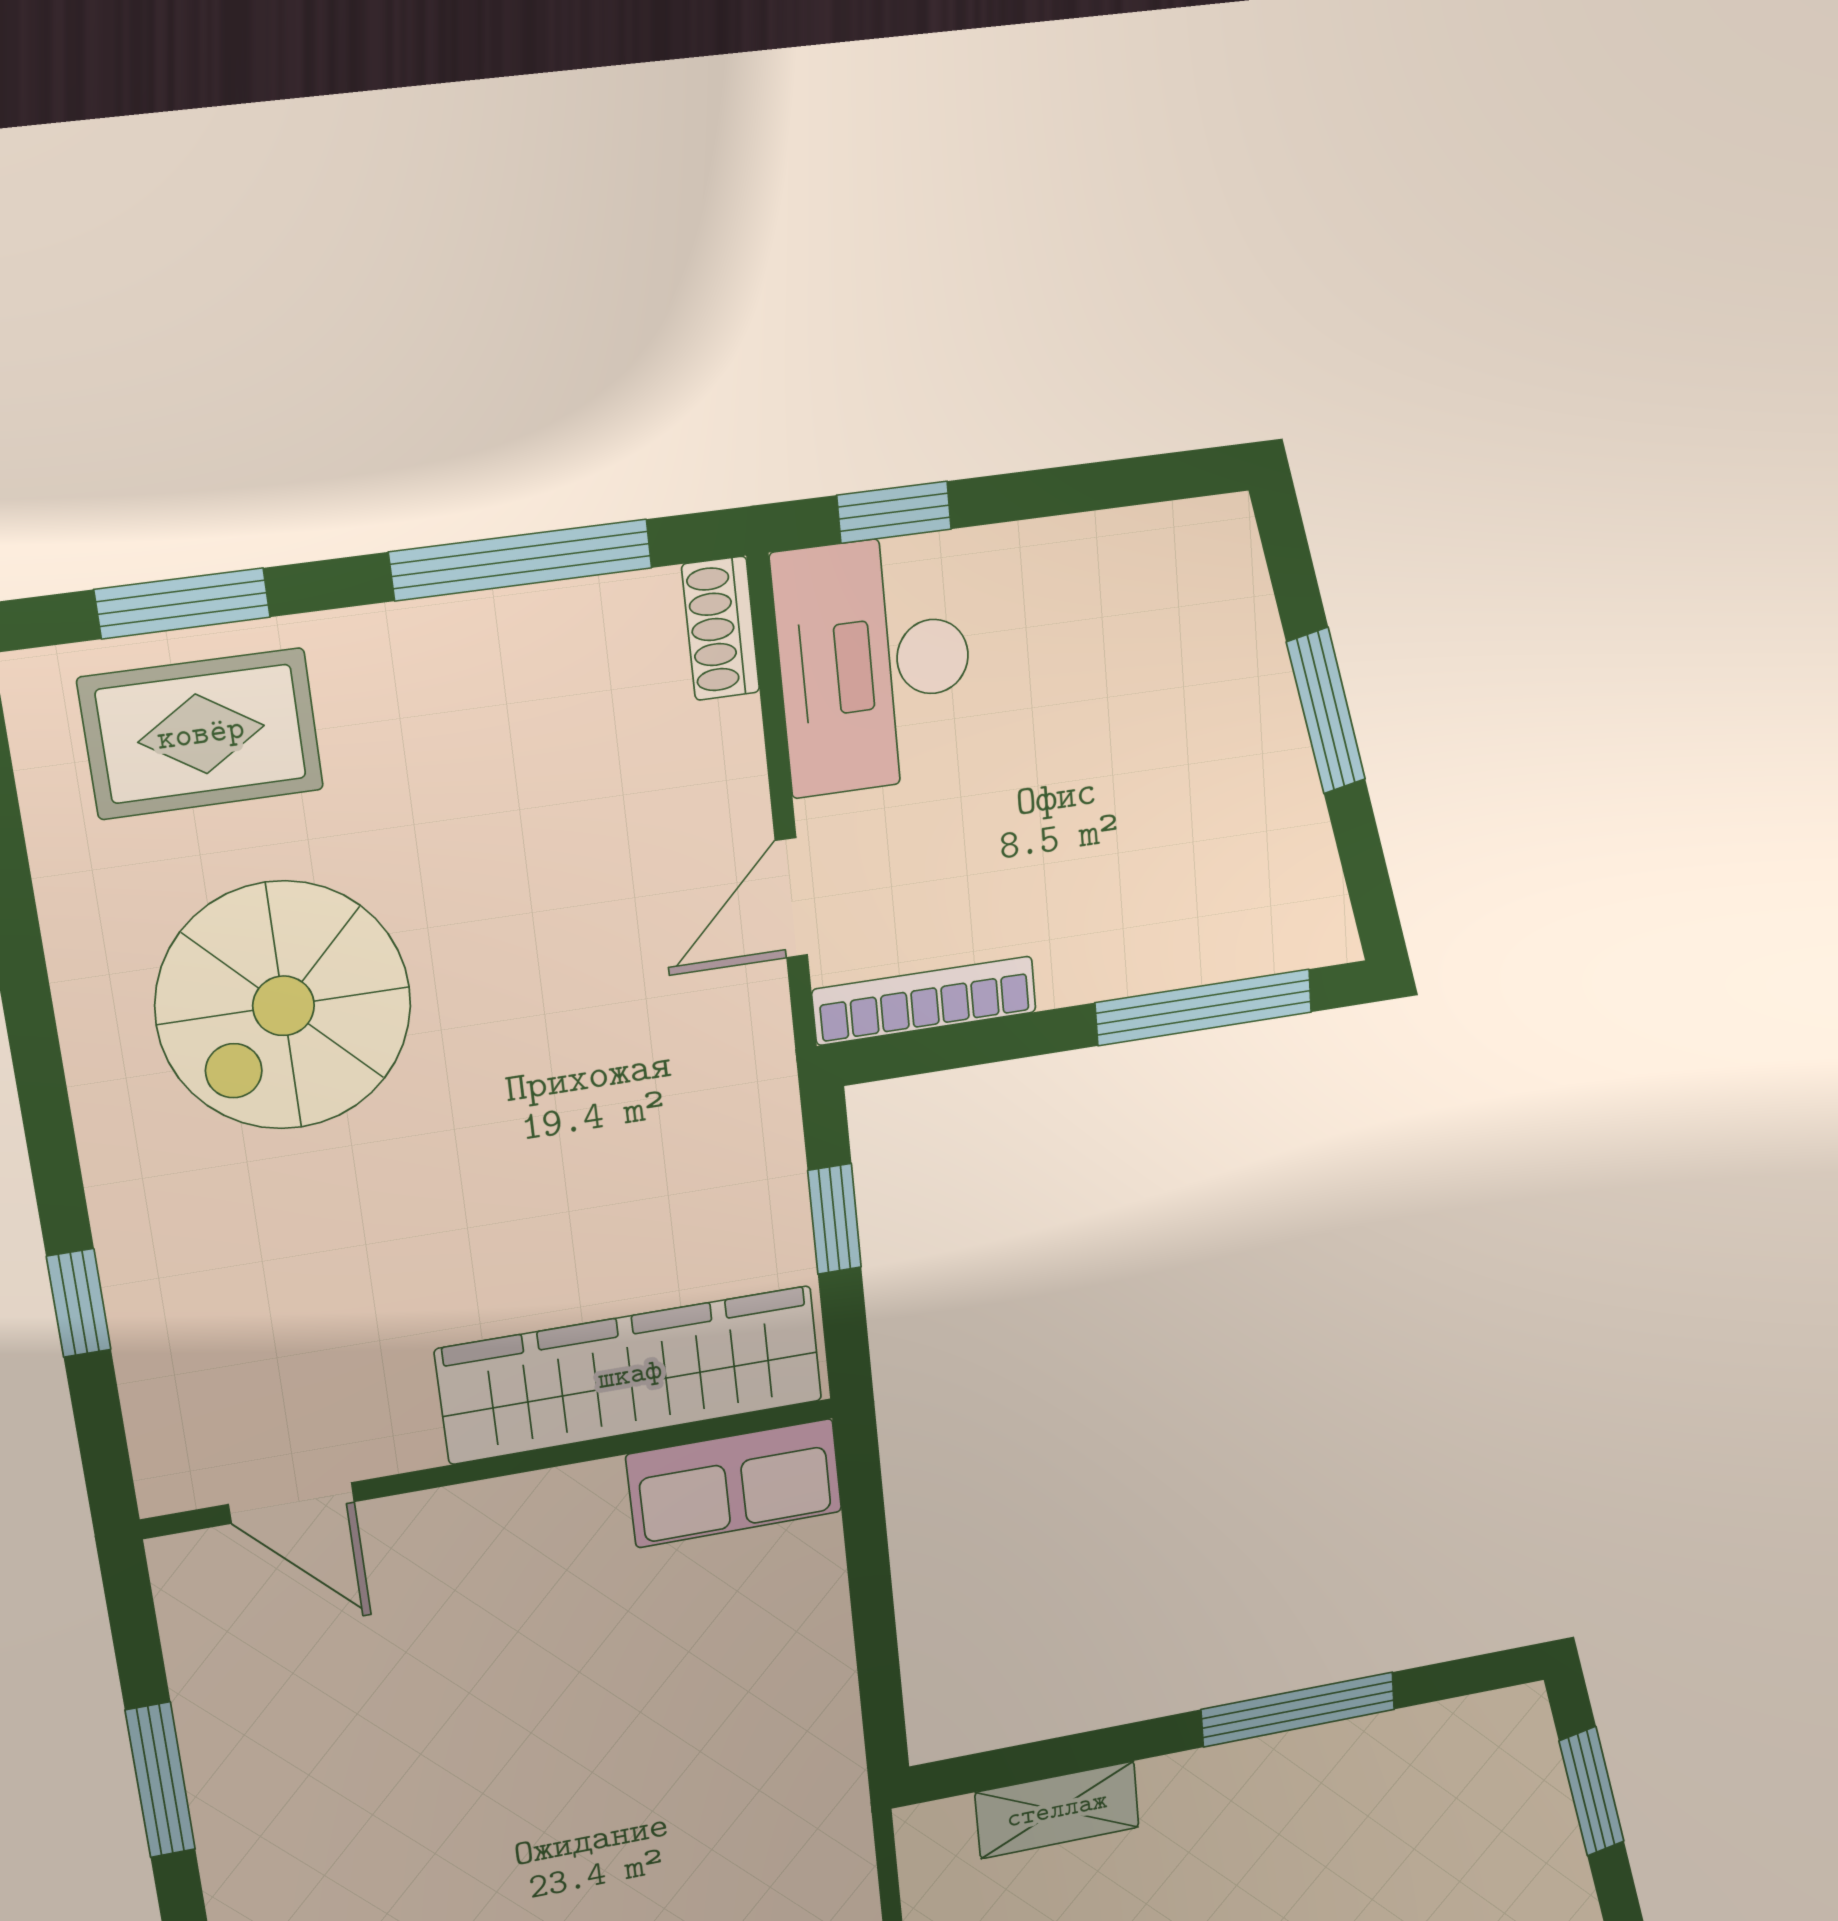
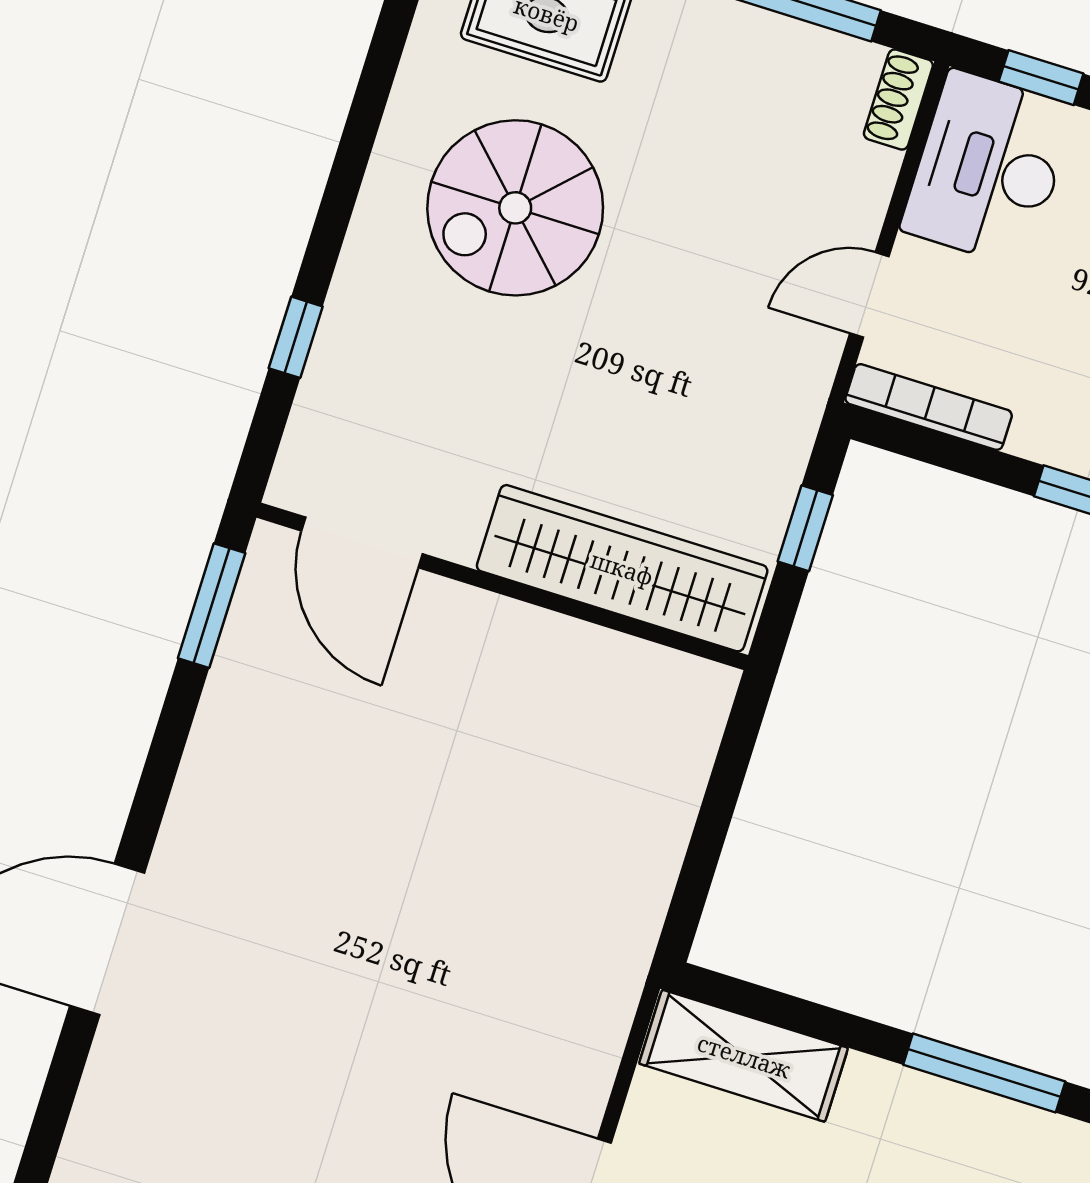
row of seats: (734, 1483) -> (657, 683), removed
door: (292, 1503) -> (362, 542), width x1.38
window: (160, 1780) -> (212, 606), moved
shelving: (1057, 1810) -> (744, 1056), width x1.50, depth x1.33

